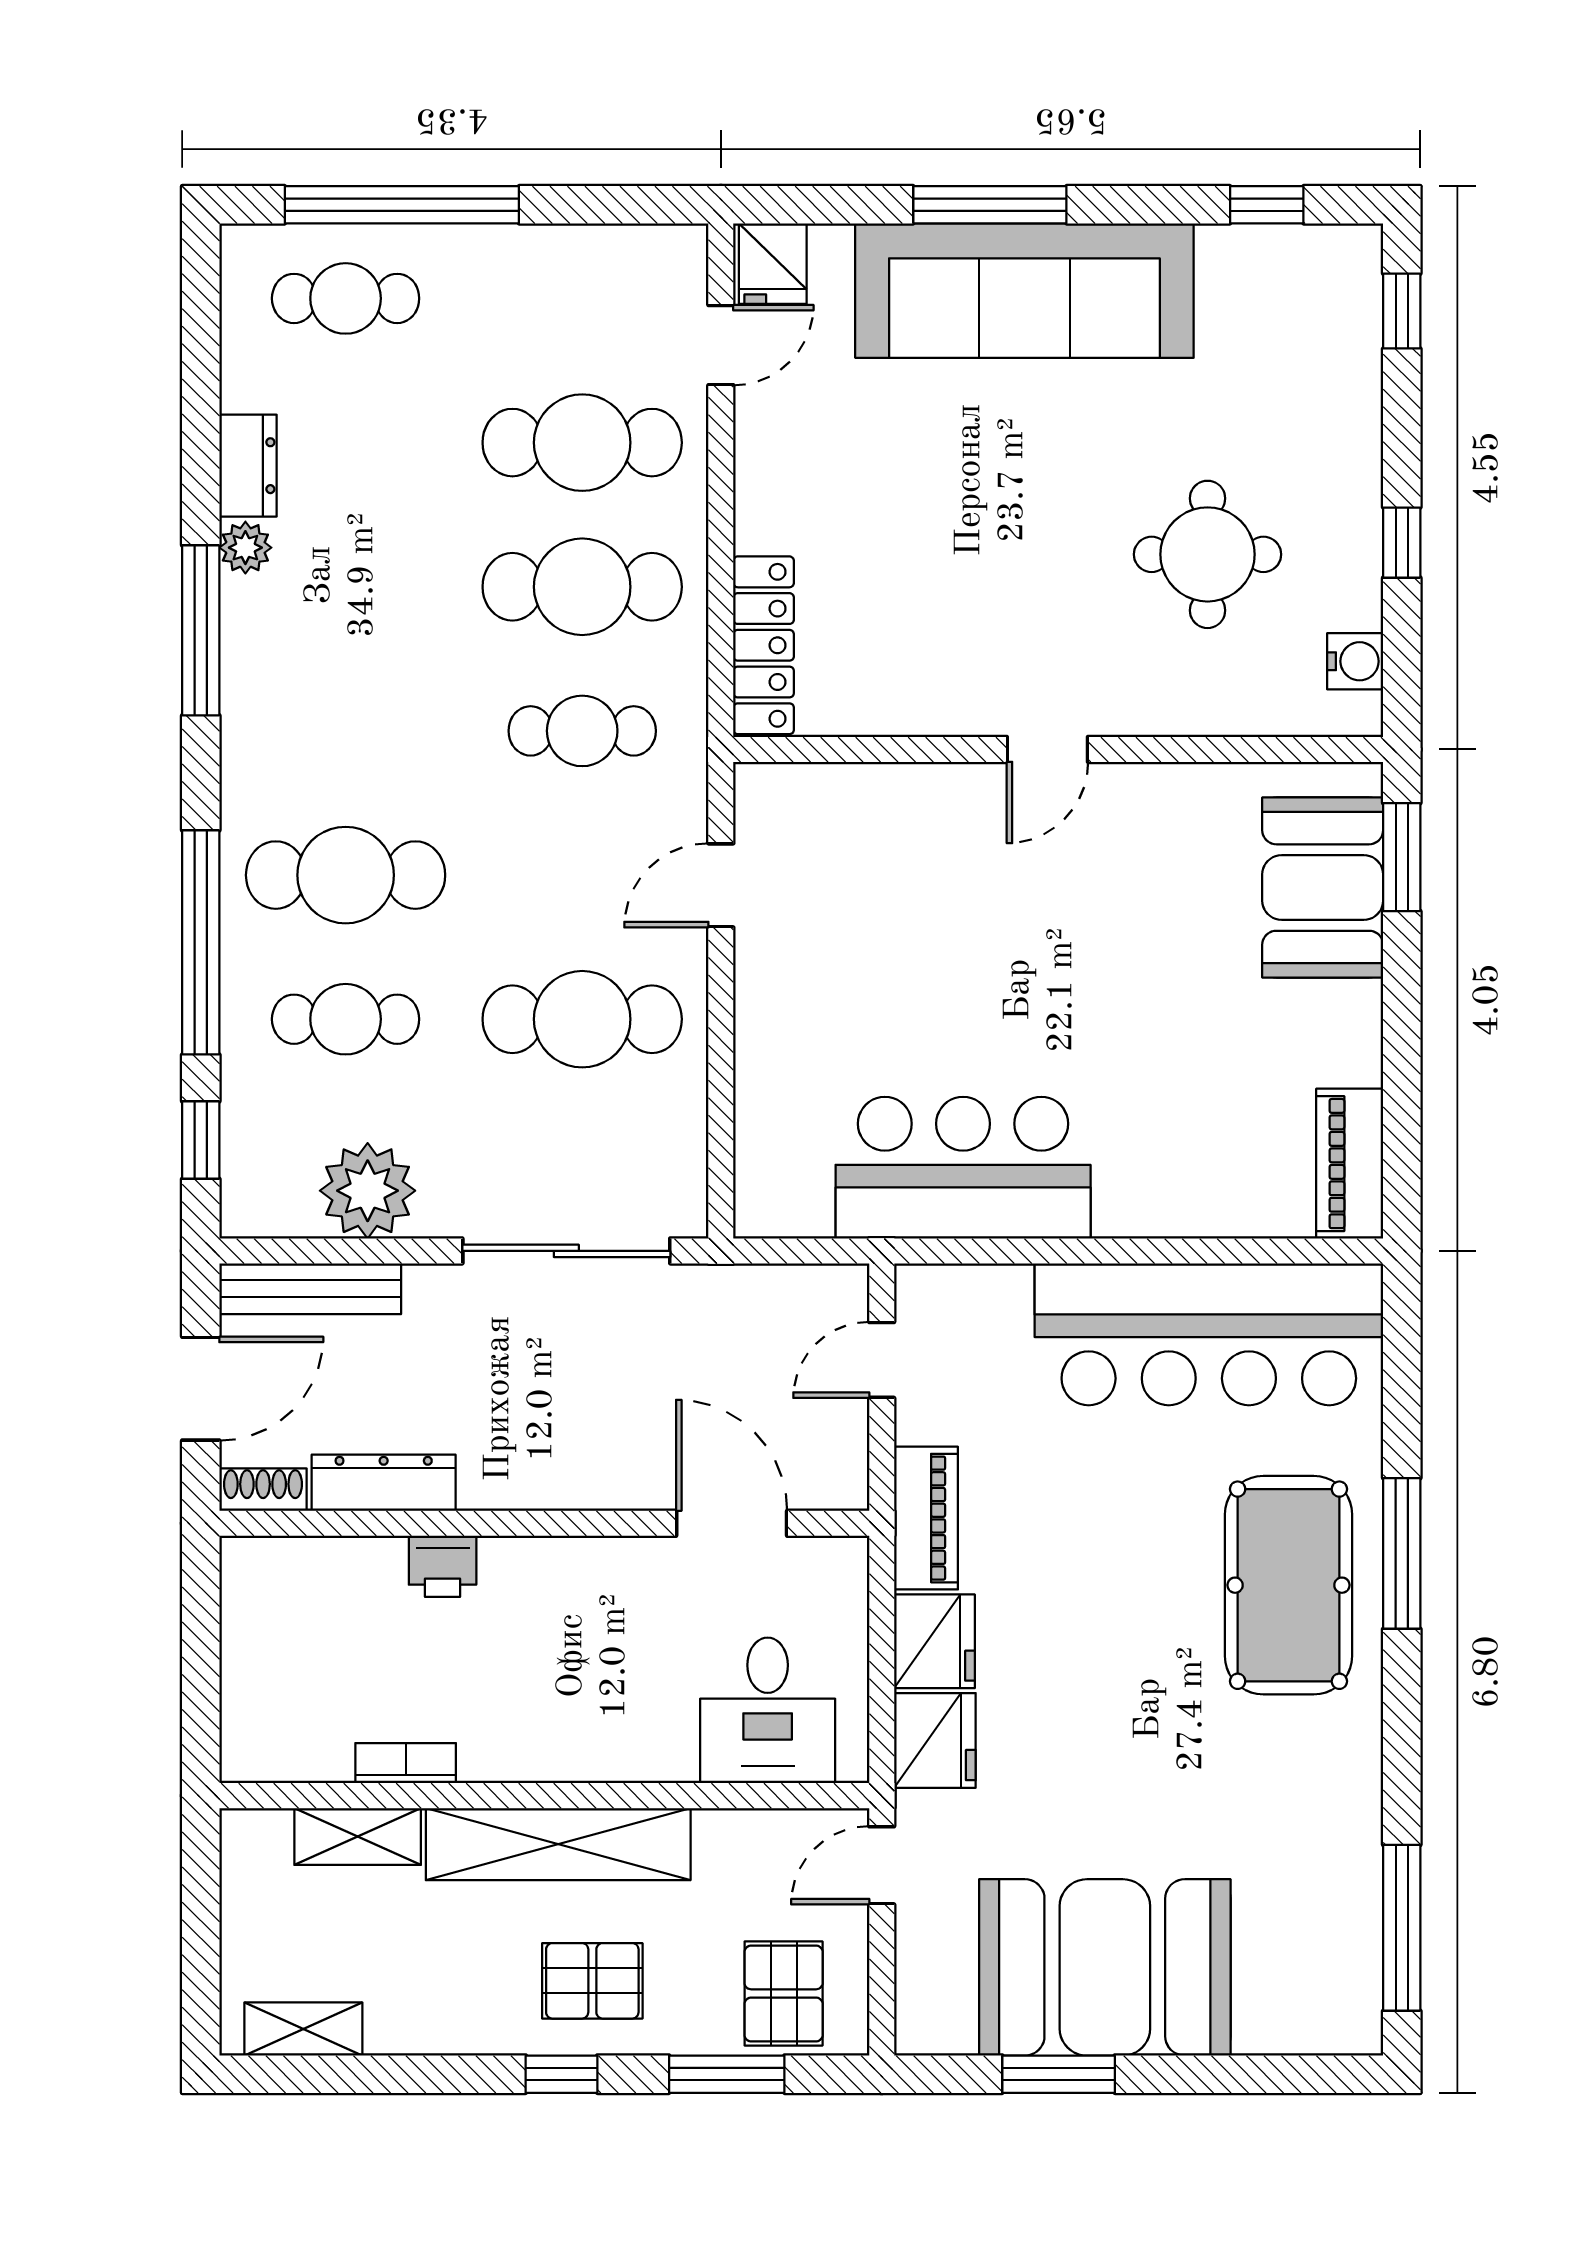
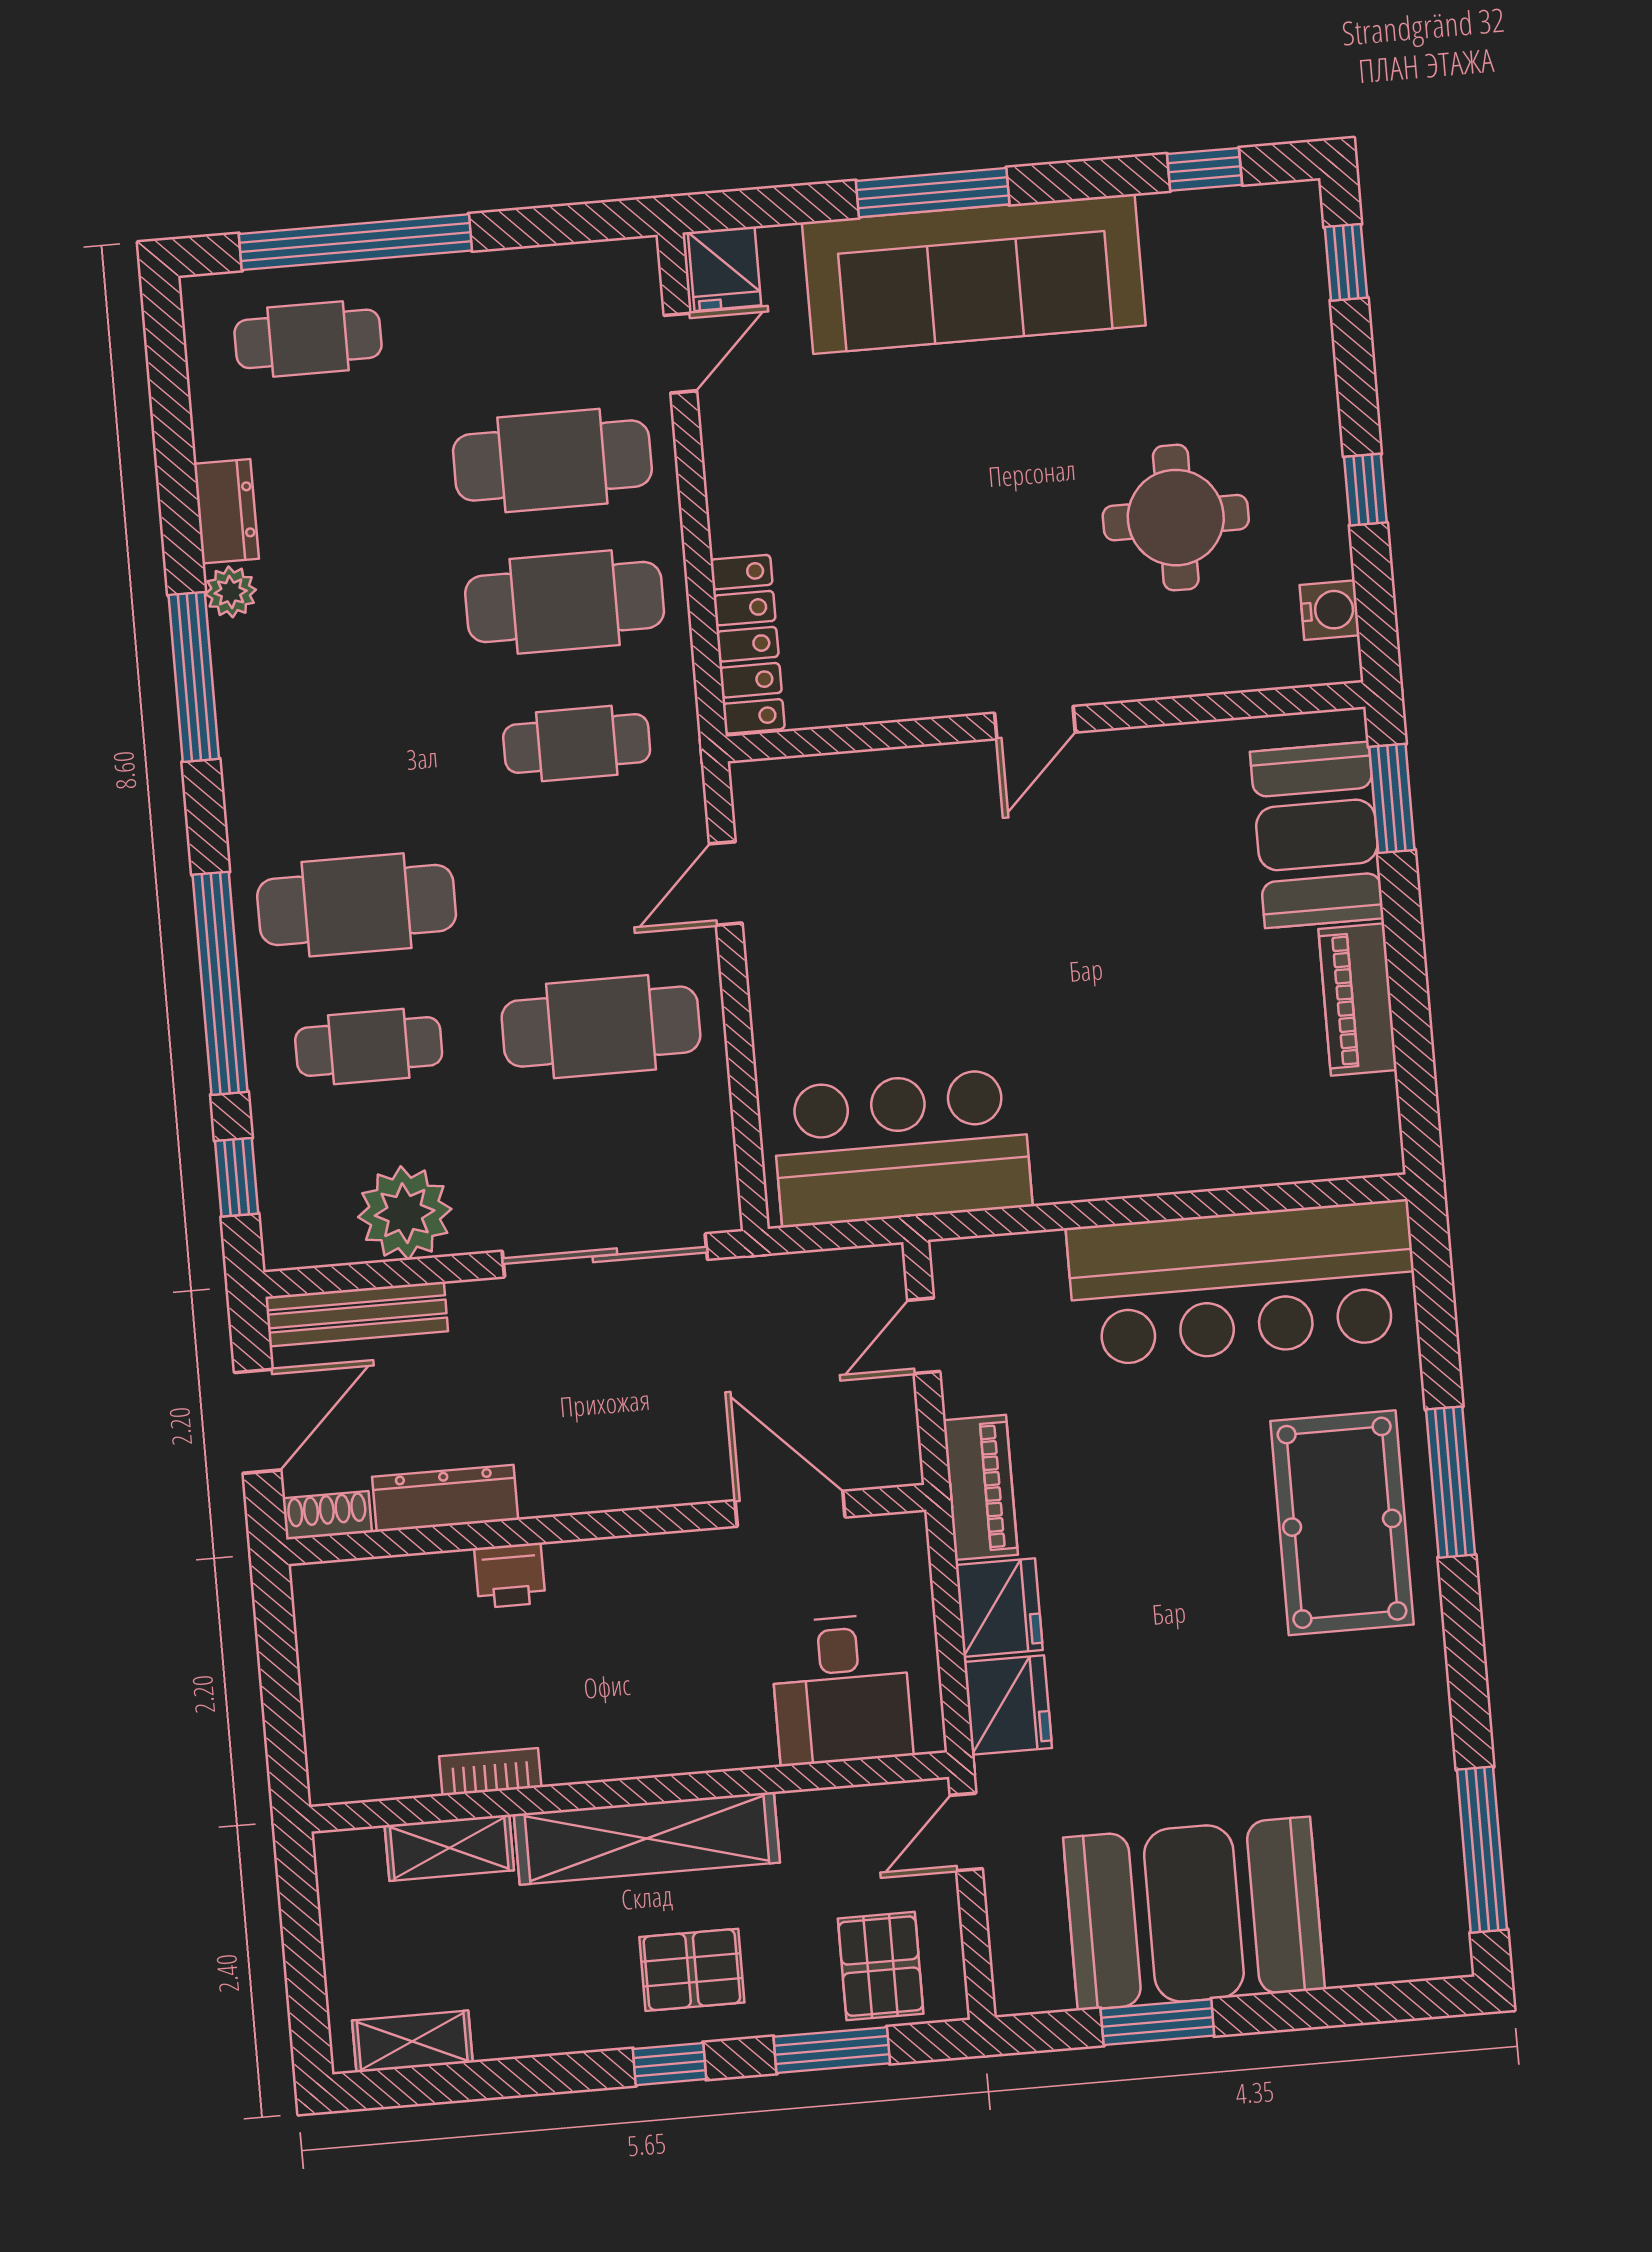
piano: (1350, 1164) -> (1358, 1000), moved
bar counter: (963, 1168) -> (902, 1148), moved

